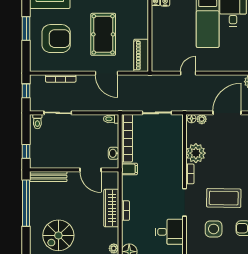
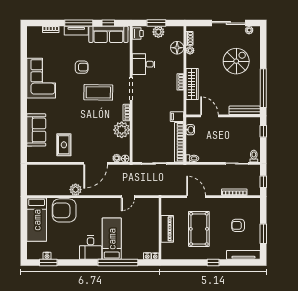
armchair: (56, 39) -> (238, 225), width x0.53, depth x0.53
piano: (141, 55) -> (167, 229), moved
side table: (214, 229) -> (107, 67), removed

